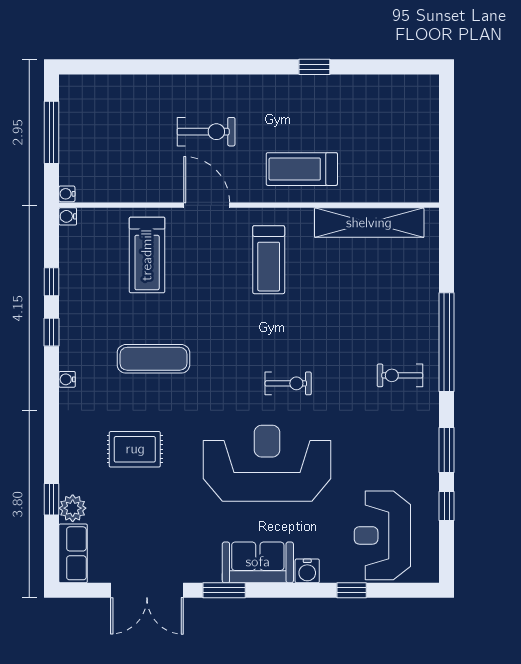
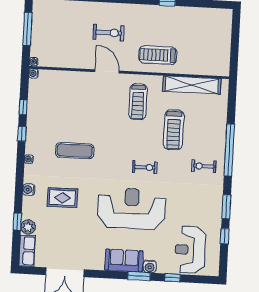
treadmill: (147, 255) -> (174, 130), moved
water cooler: (70, 437) -> (29, 190), added
window: (224, 590) -> (139, 276), moved

